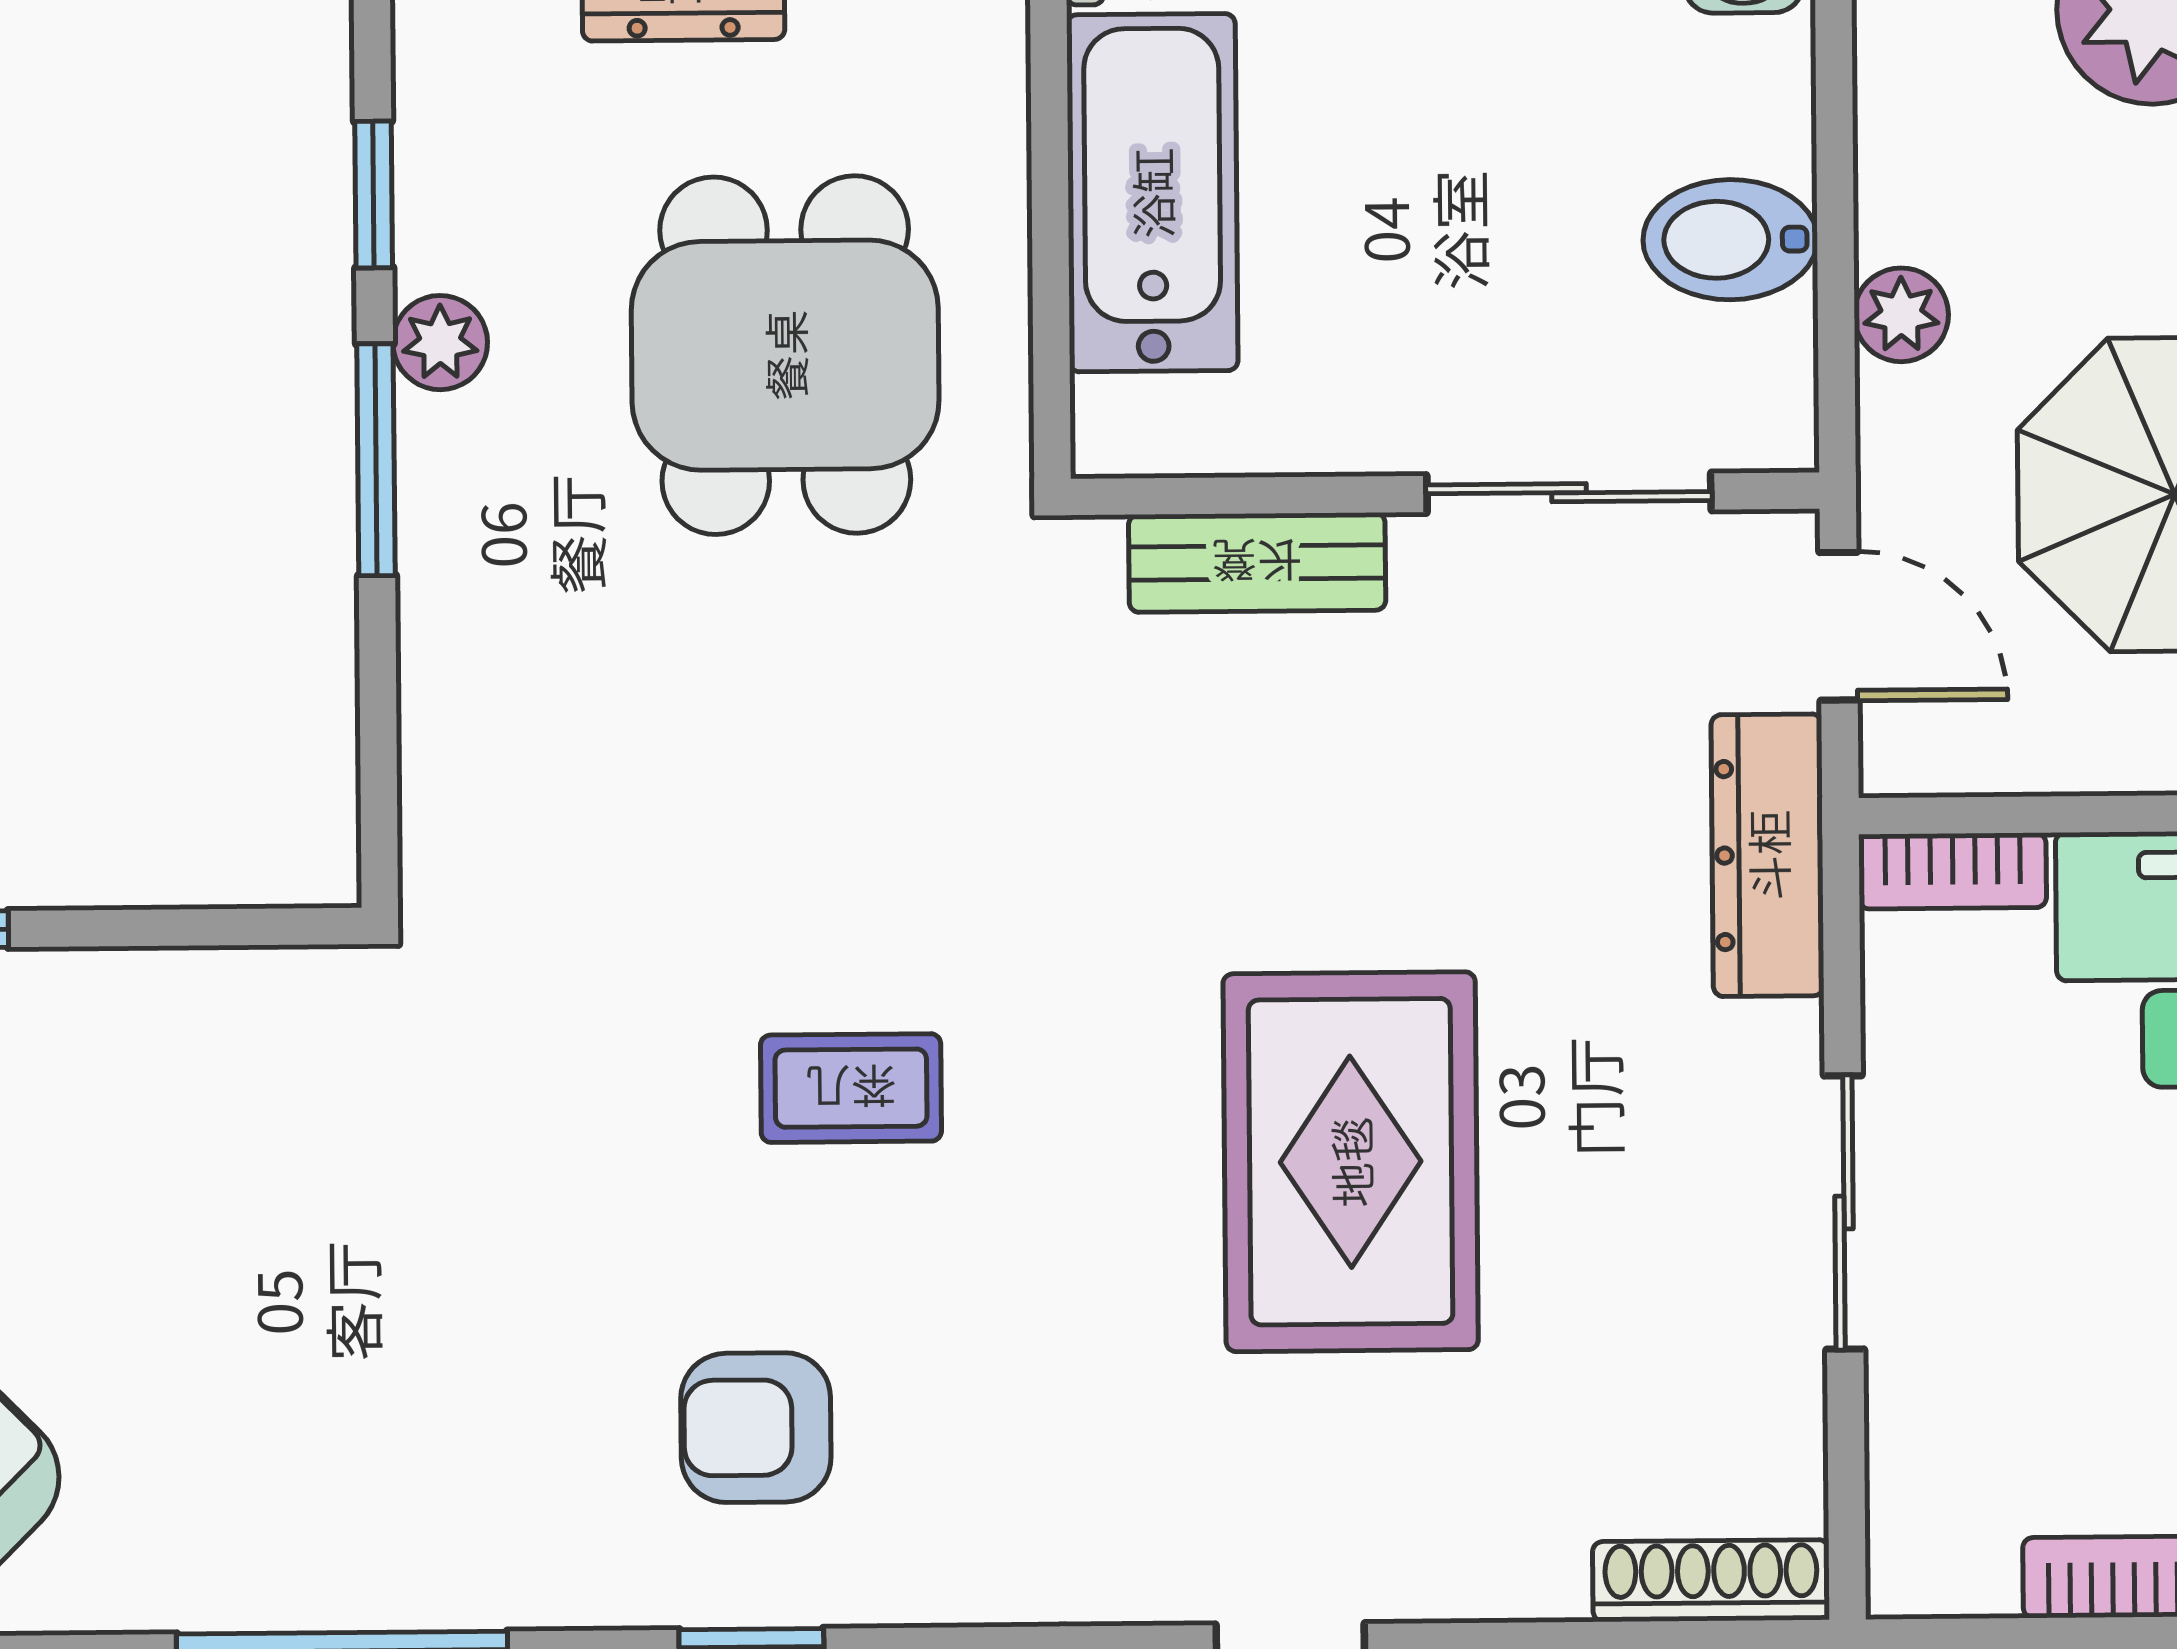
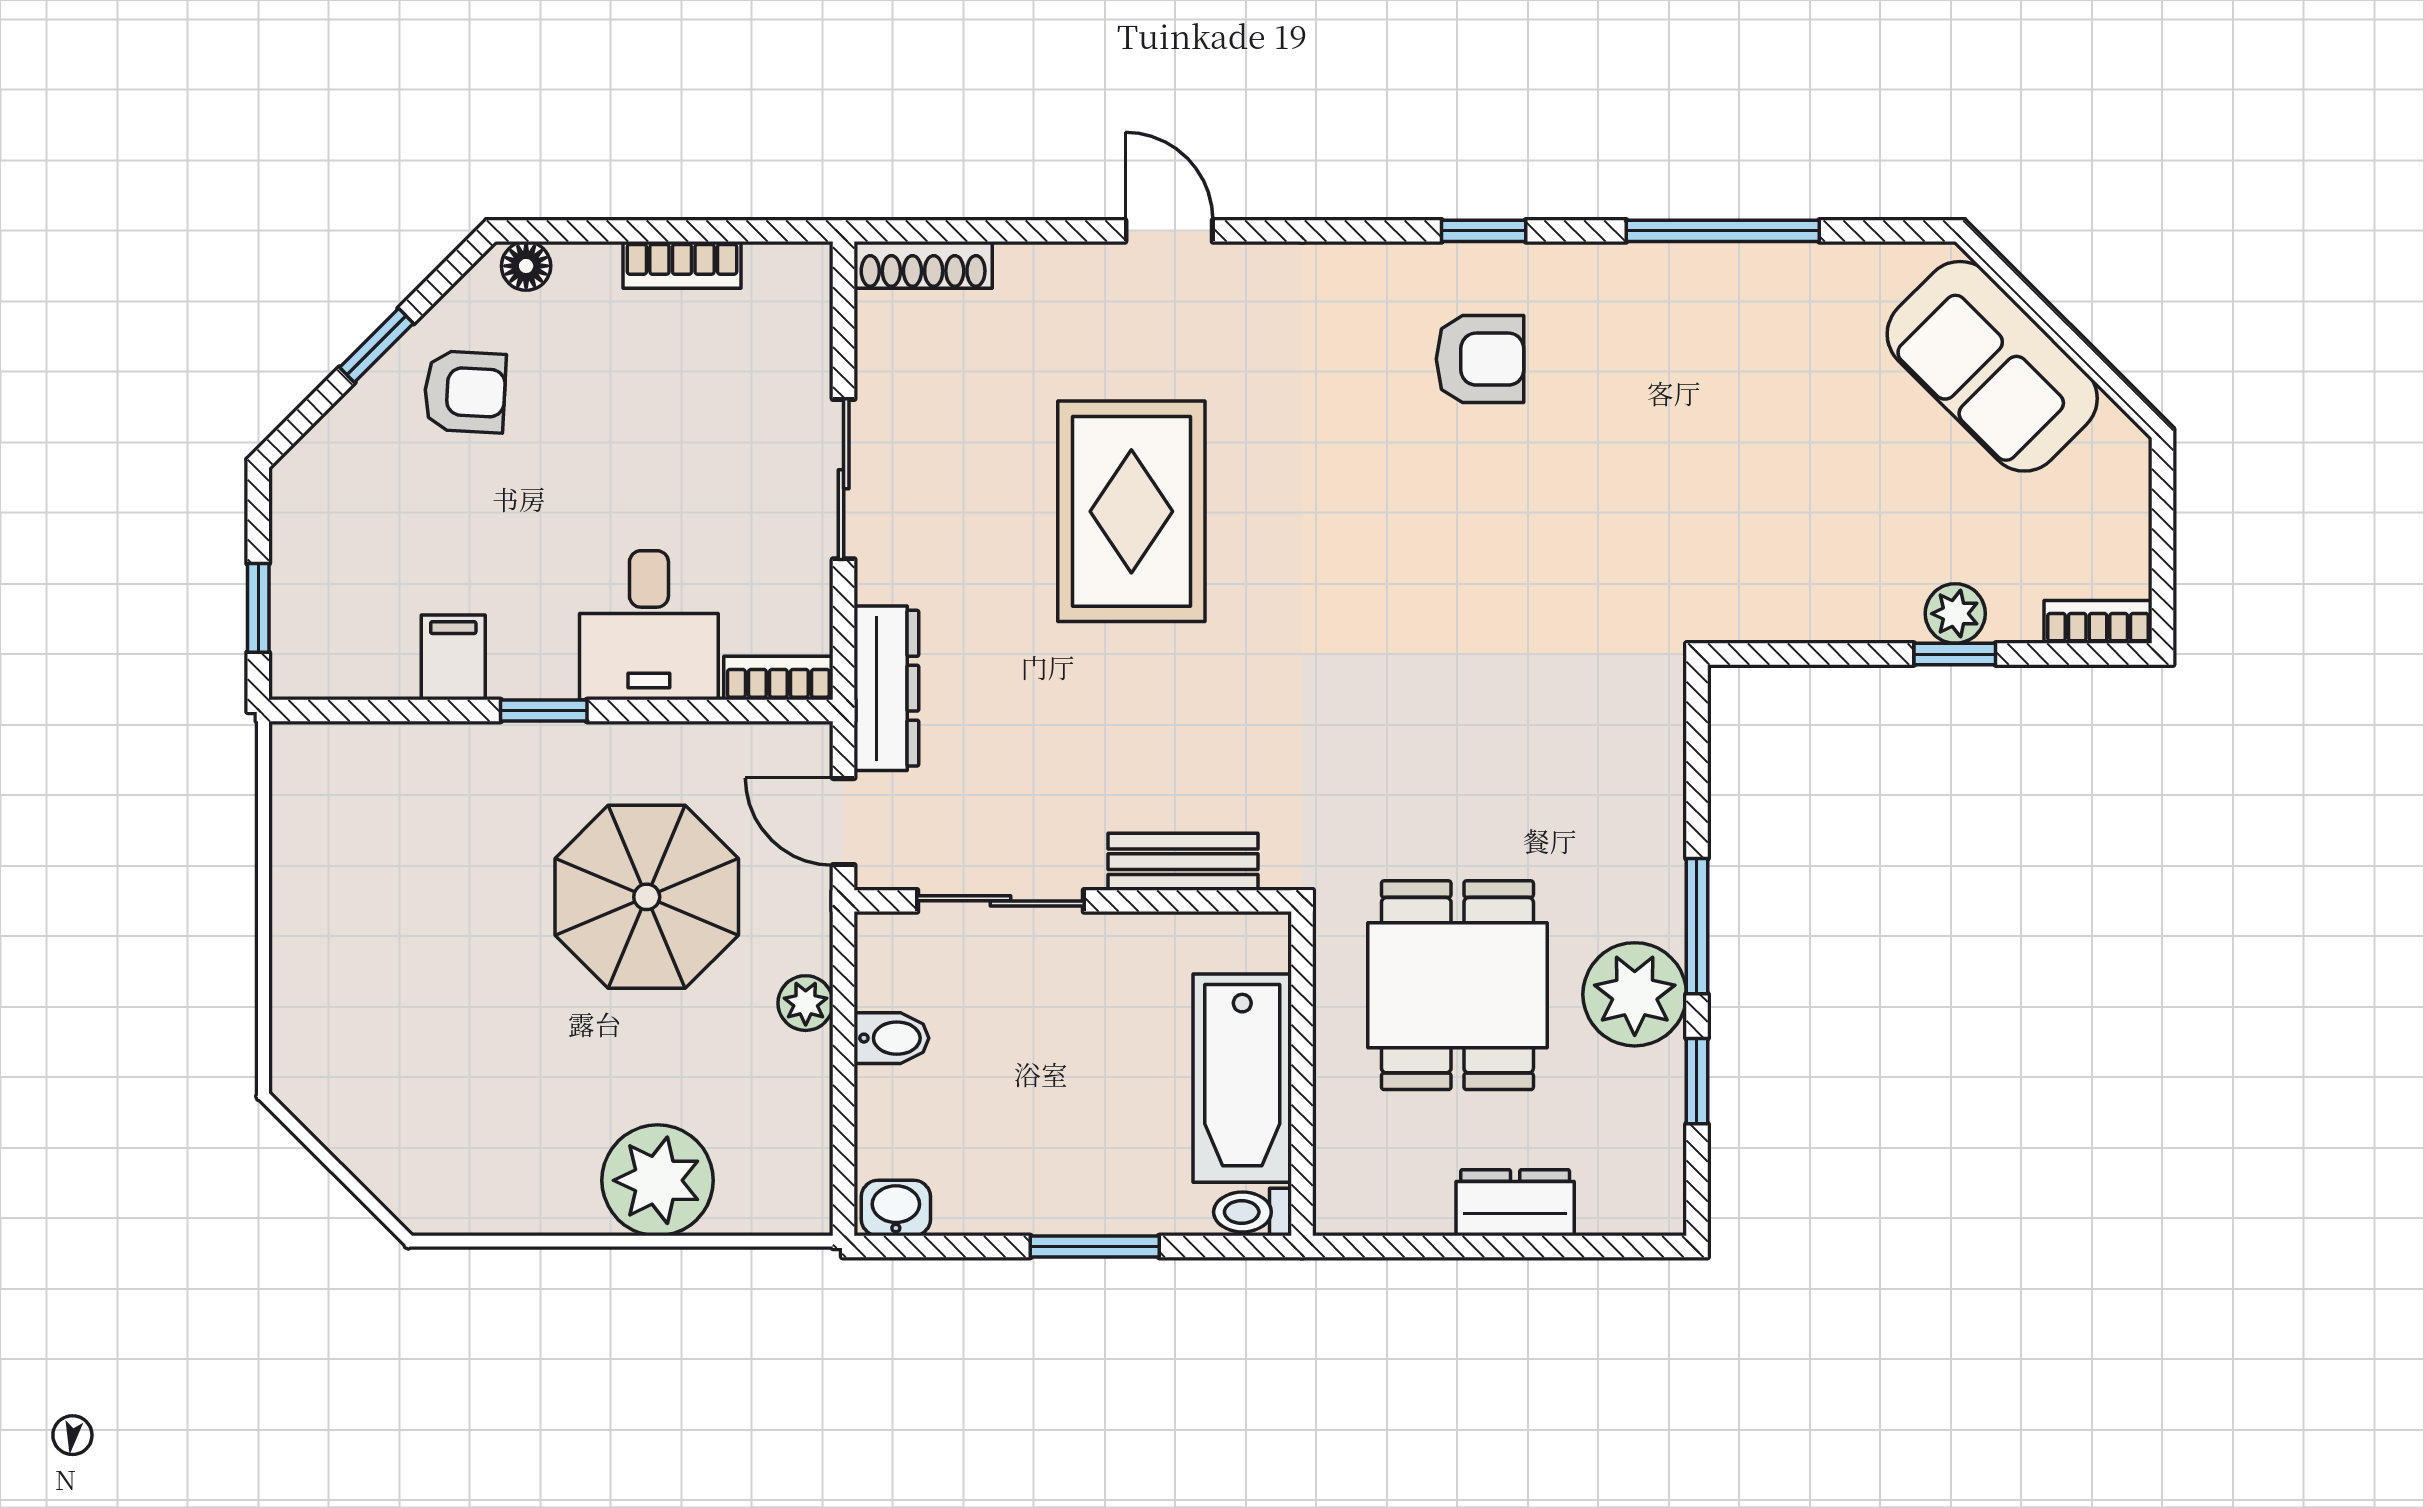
bidet: (1730, 240) -> (892, 1038), width x0.72, depth x0.74
plant: (440, 343) -> (1635, 994), width x1.88, depth x1.88
coffee table: (851, 1088) -> (1423, 557), removed

